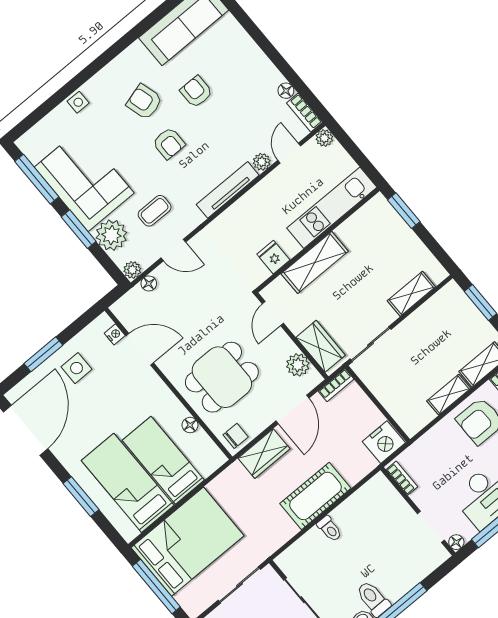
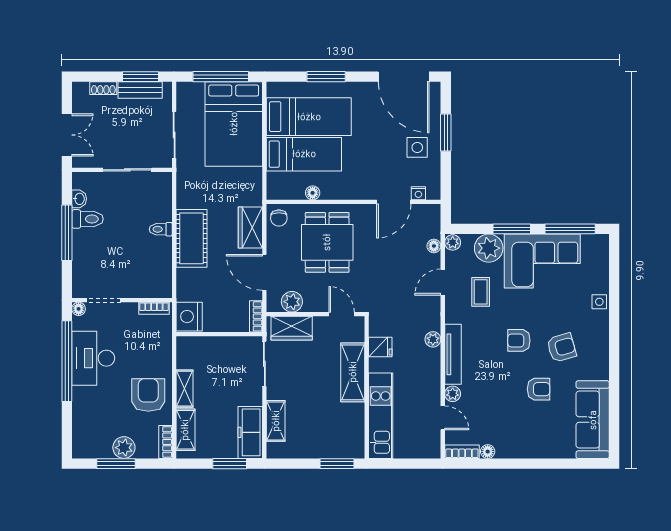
plant: (324, 138) -> (433, 339), moved
freezer: (439, 307) -> (250, 432), added

